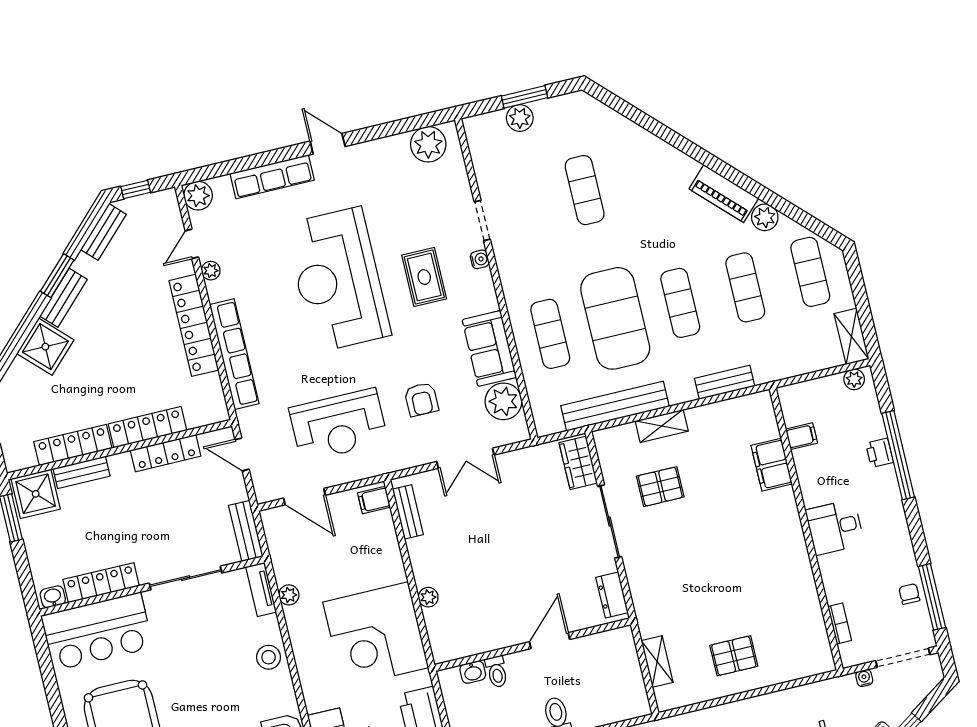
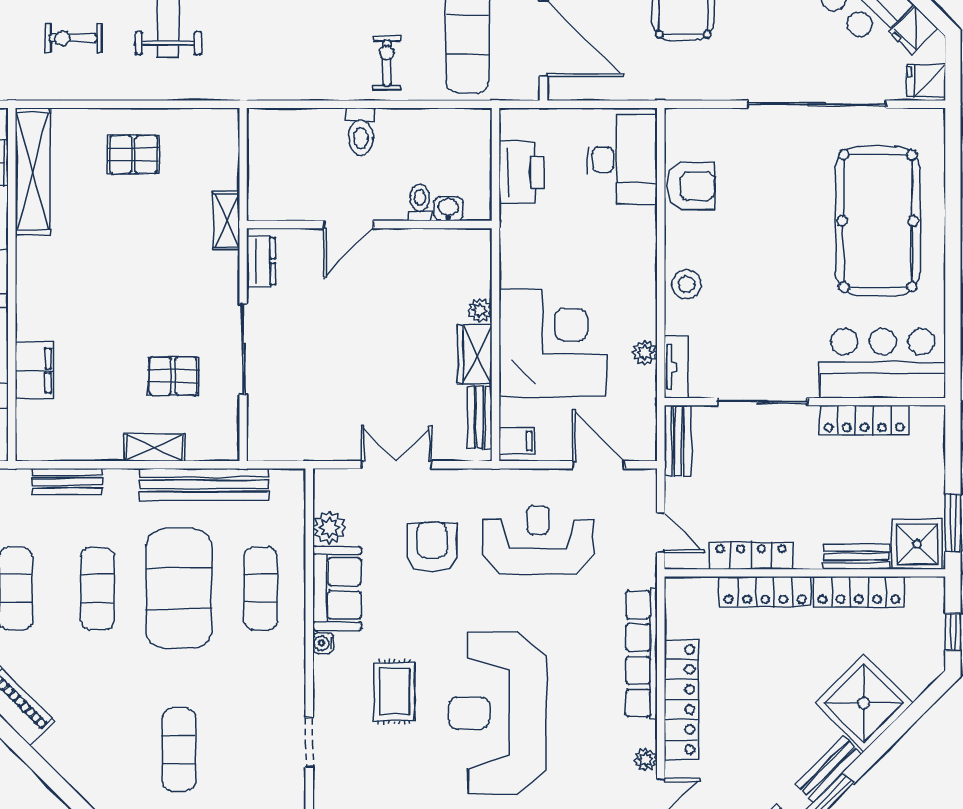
water cooler: (480, 259) -> (323, 643), moved
reception desk: (338, 280) -> (497, 713), turned 180
shower: (45, 347) -> (864, 703), width x1.37, depth x1.37
armchair: (421, 399) -> (432, 547), width x1.38, depth x1.38
plant: (503, 401) -> (329, 528), width x0.73, depth x0.73
wardrobe: (578, 463) -> (475, 354), moved, turned 180
washbasin: (53, 597) -> (926, 417), removed
shelving: (811, 623) -> (33, 171), added
corner desk: (376, 635) -> (553, 343), moved
shelving: (657, 661) -> (226, 221), moved

